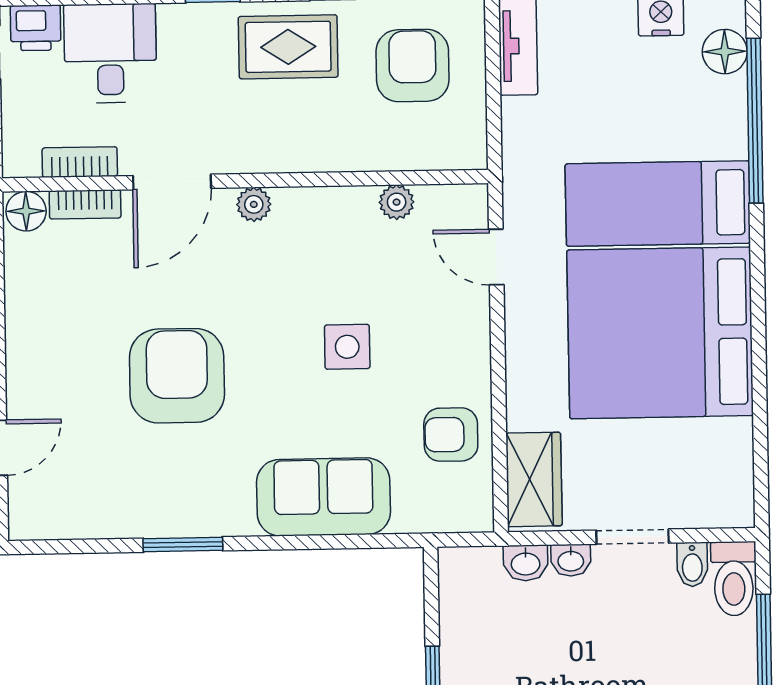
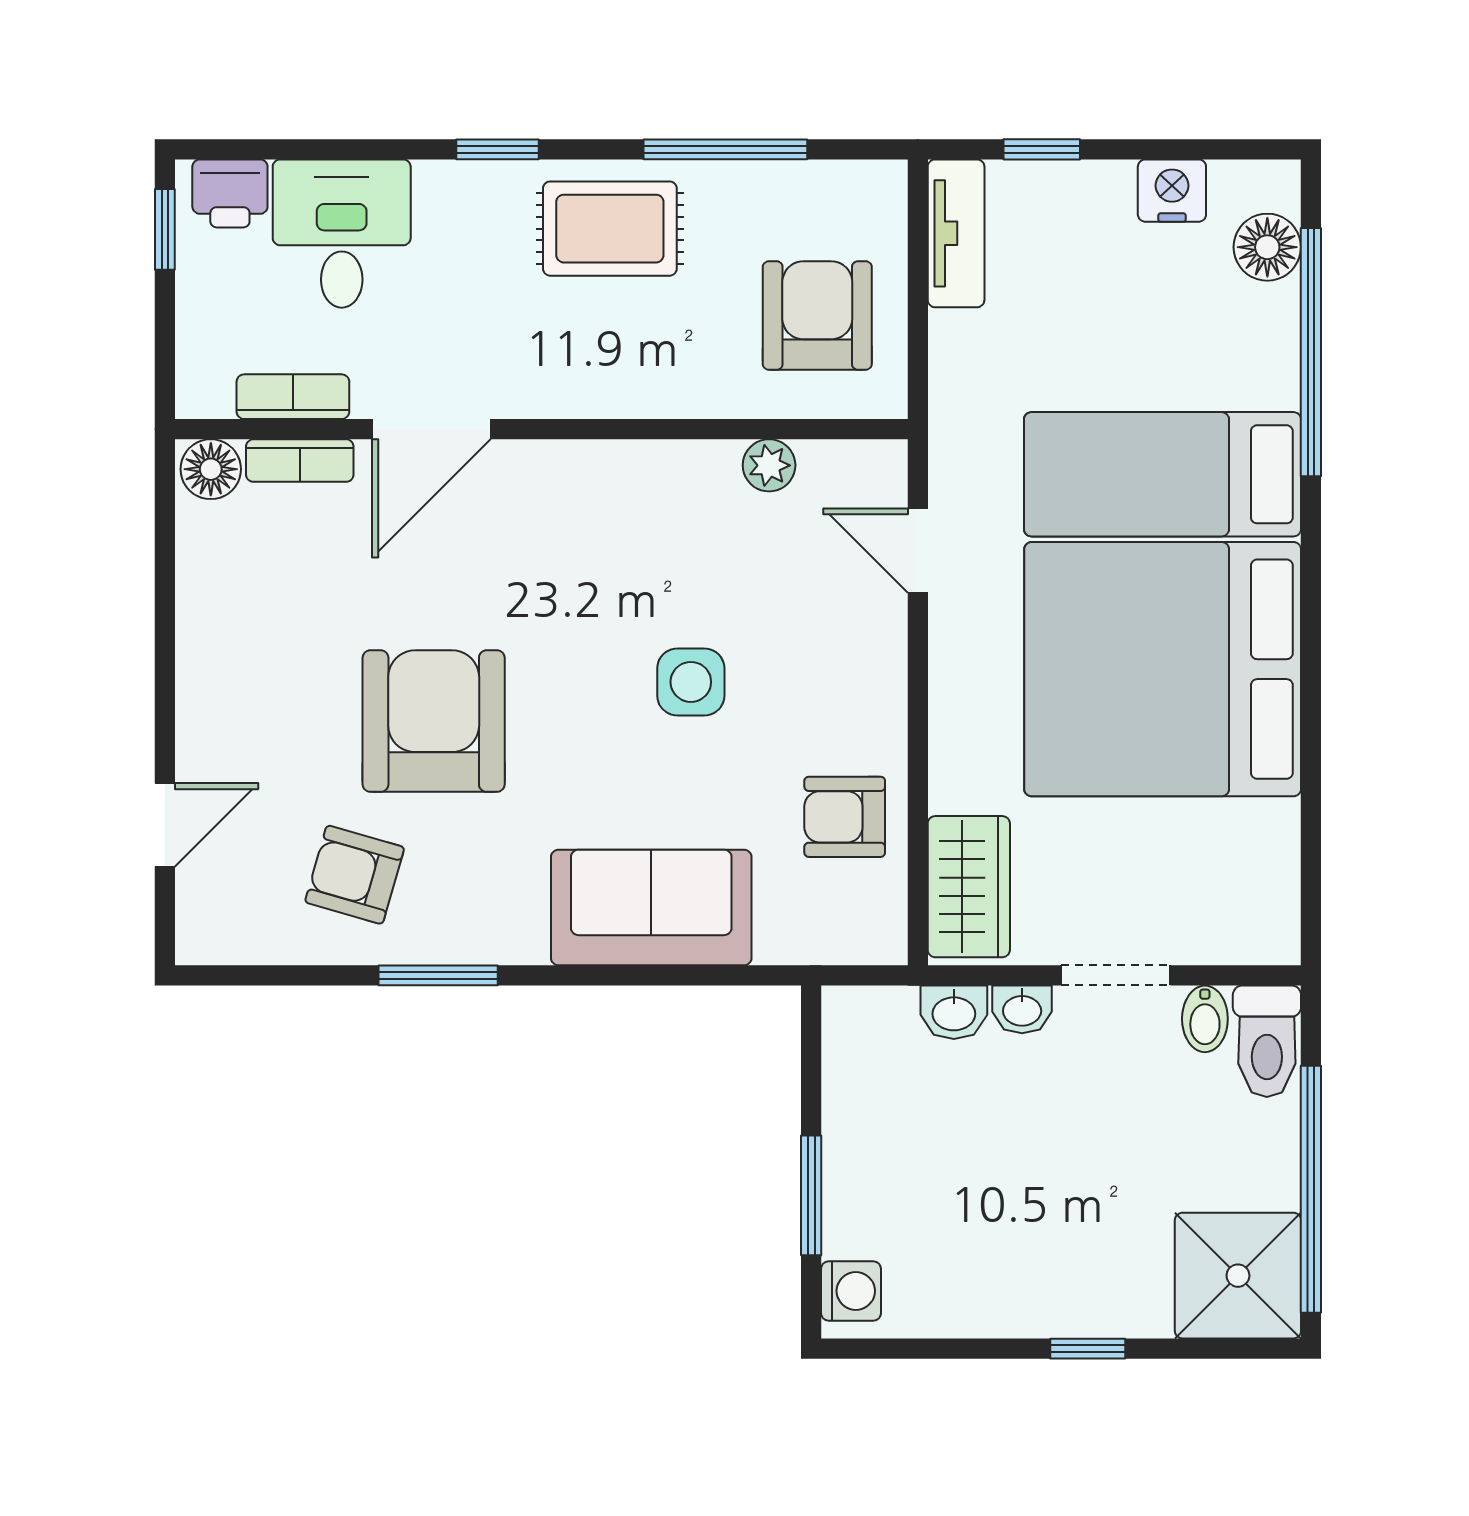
armchair: (413, 66) -> (817, 315), moved
plant: (254, 204) -> (554, 465), removed
armchair: (126, 479) -> (355, 875), added

